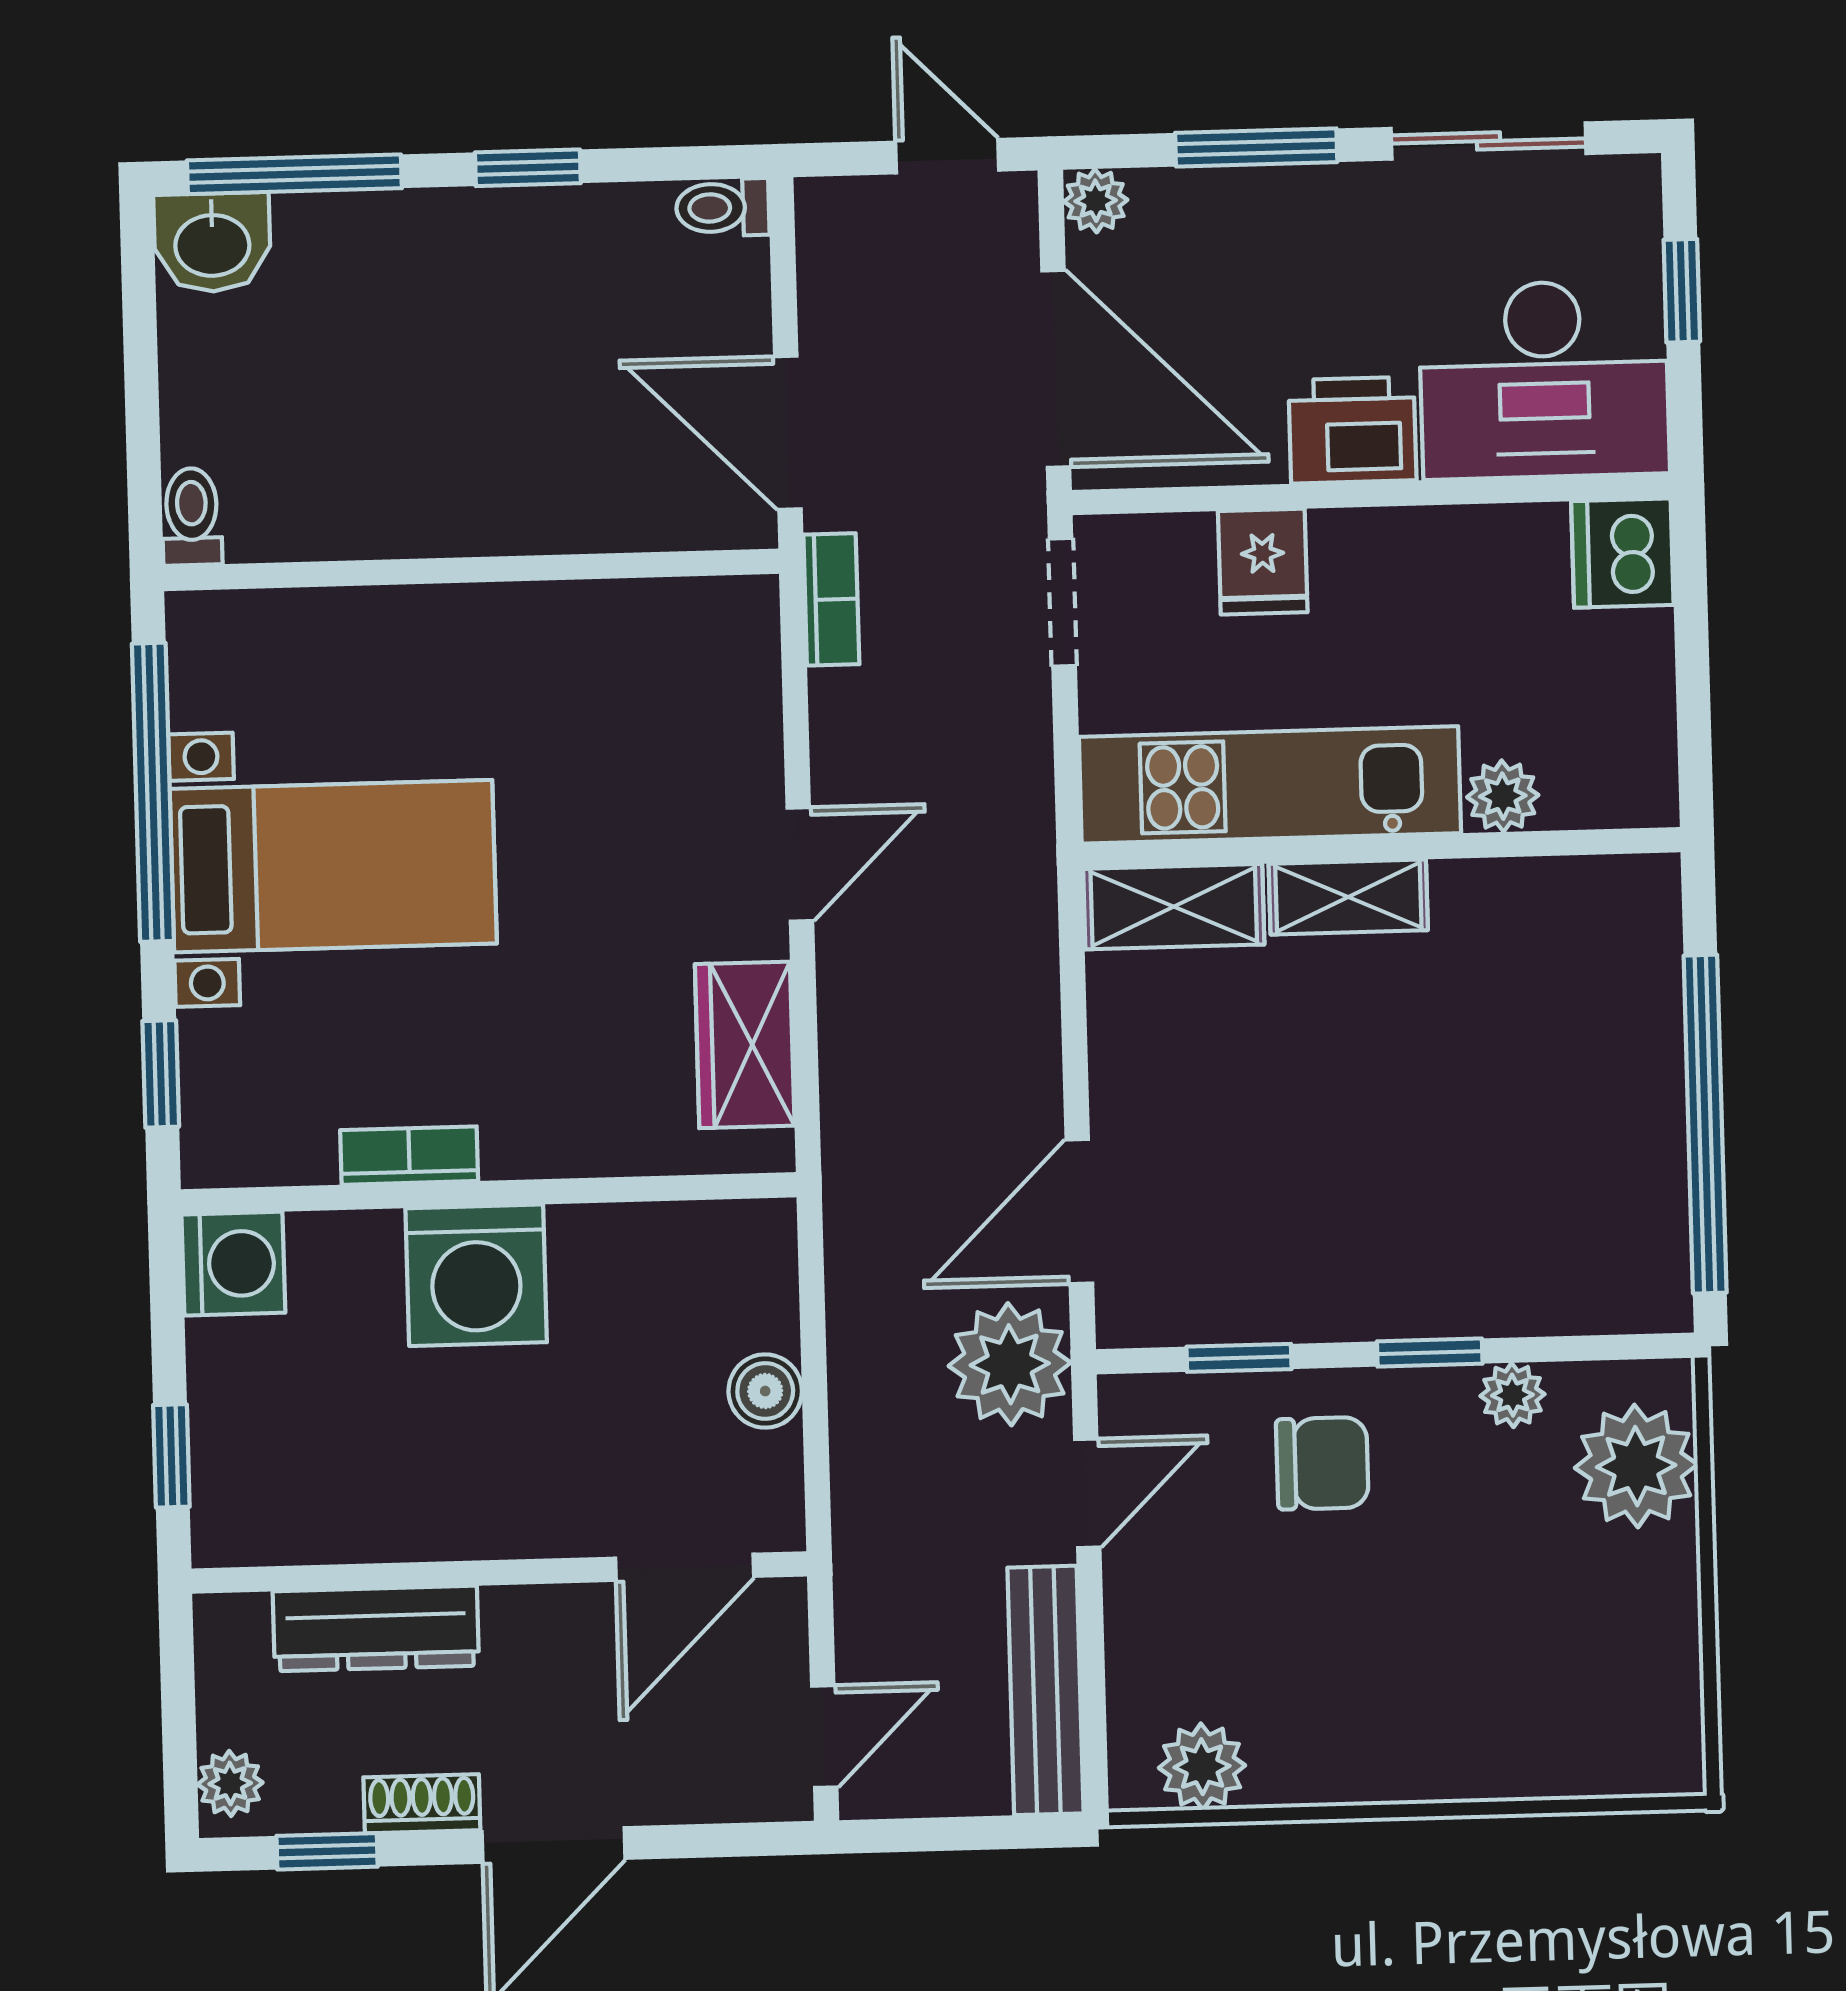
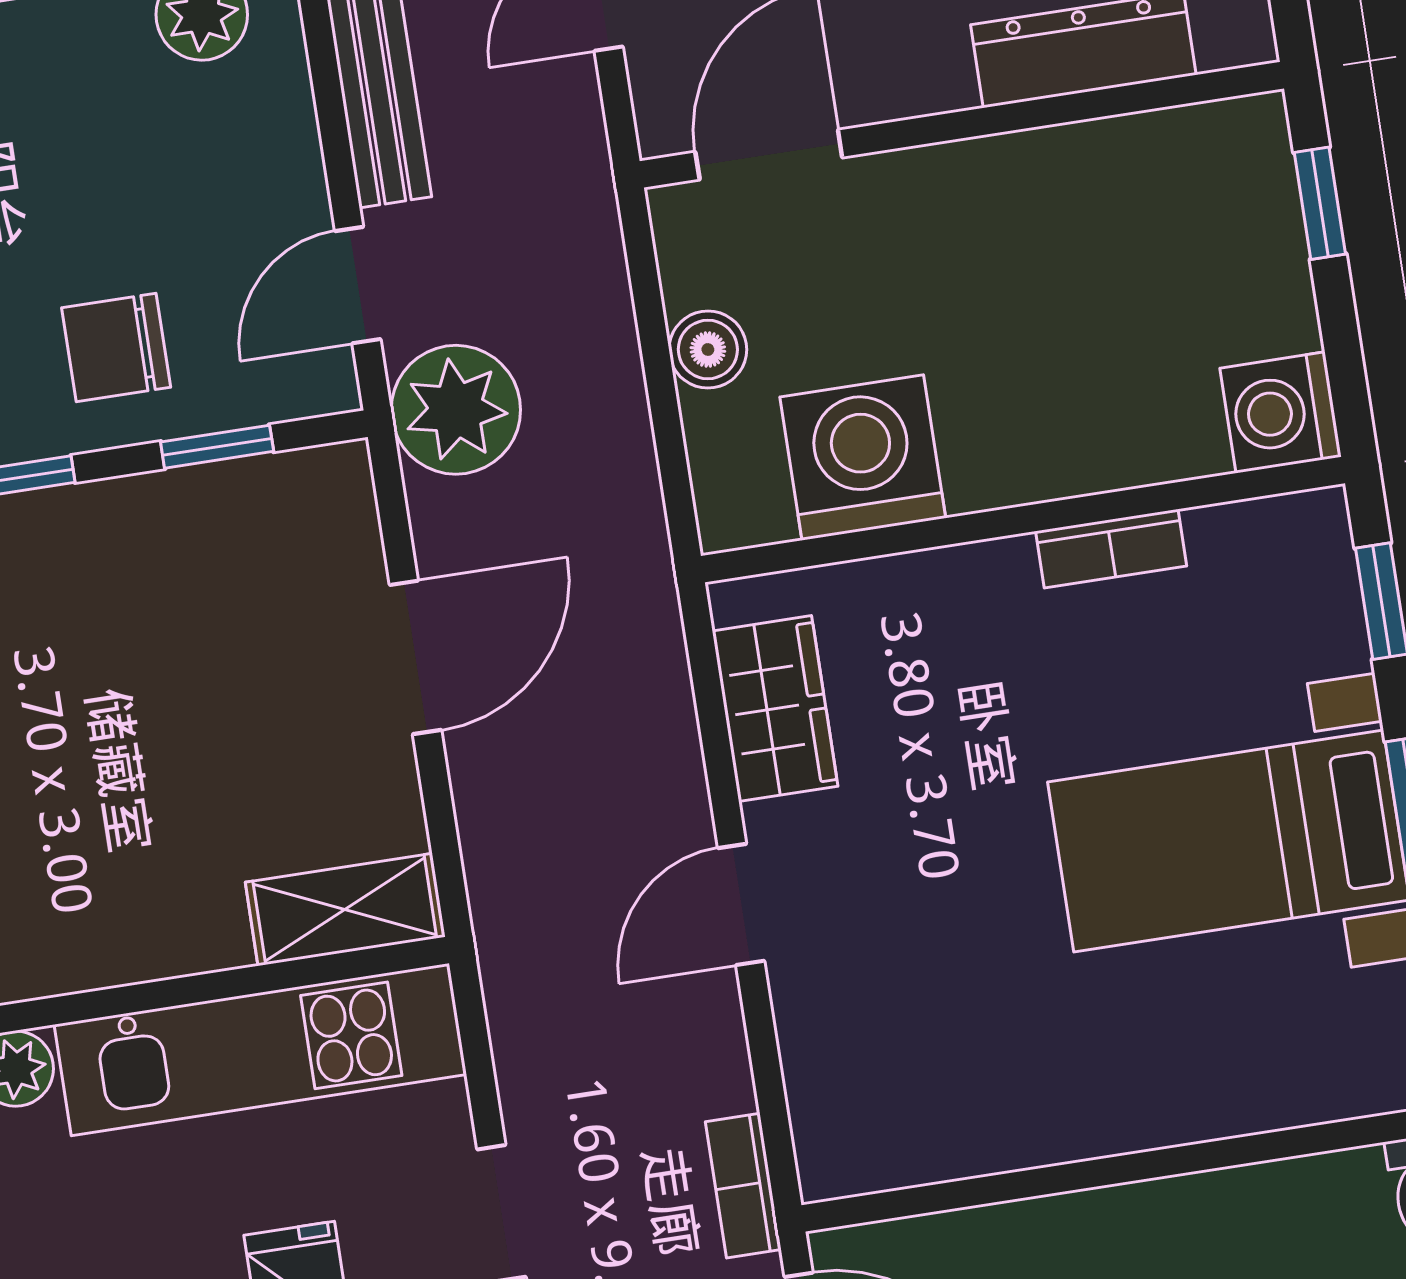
shelving: (1348, 897) -> (164, 943), removed
door: (1079, 1211) -> (415, 657), moved
washing machine: (476, 1275) -> (863, 457), moved

